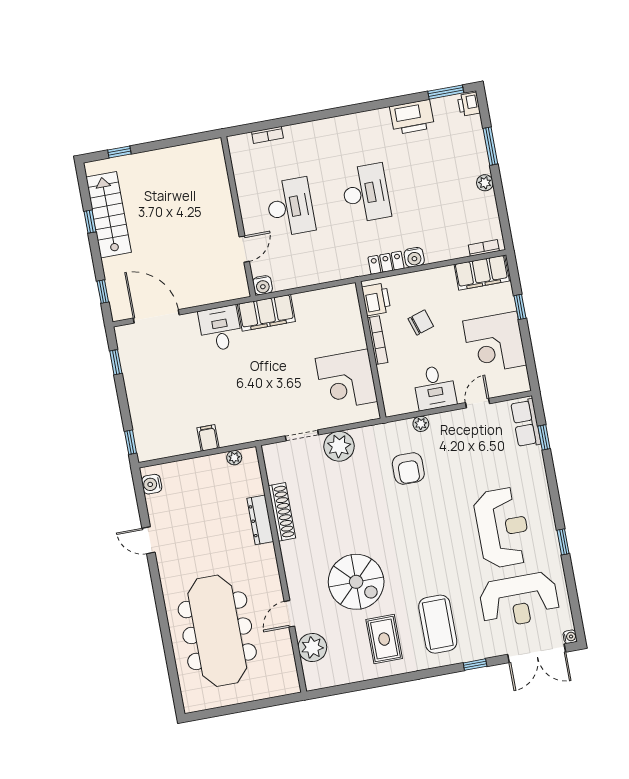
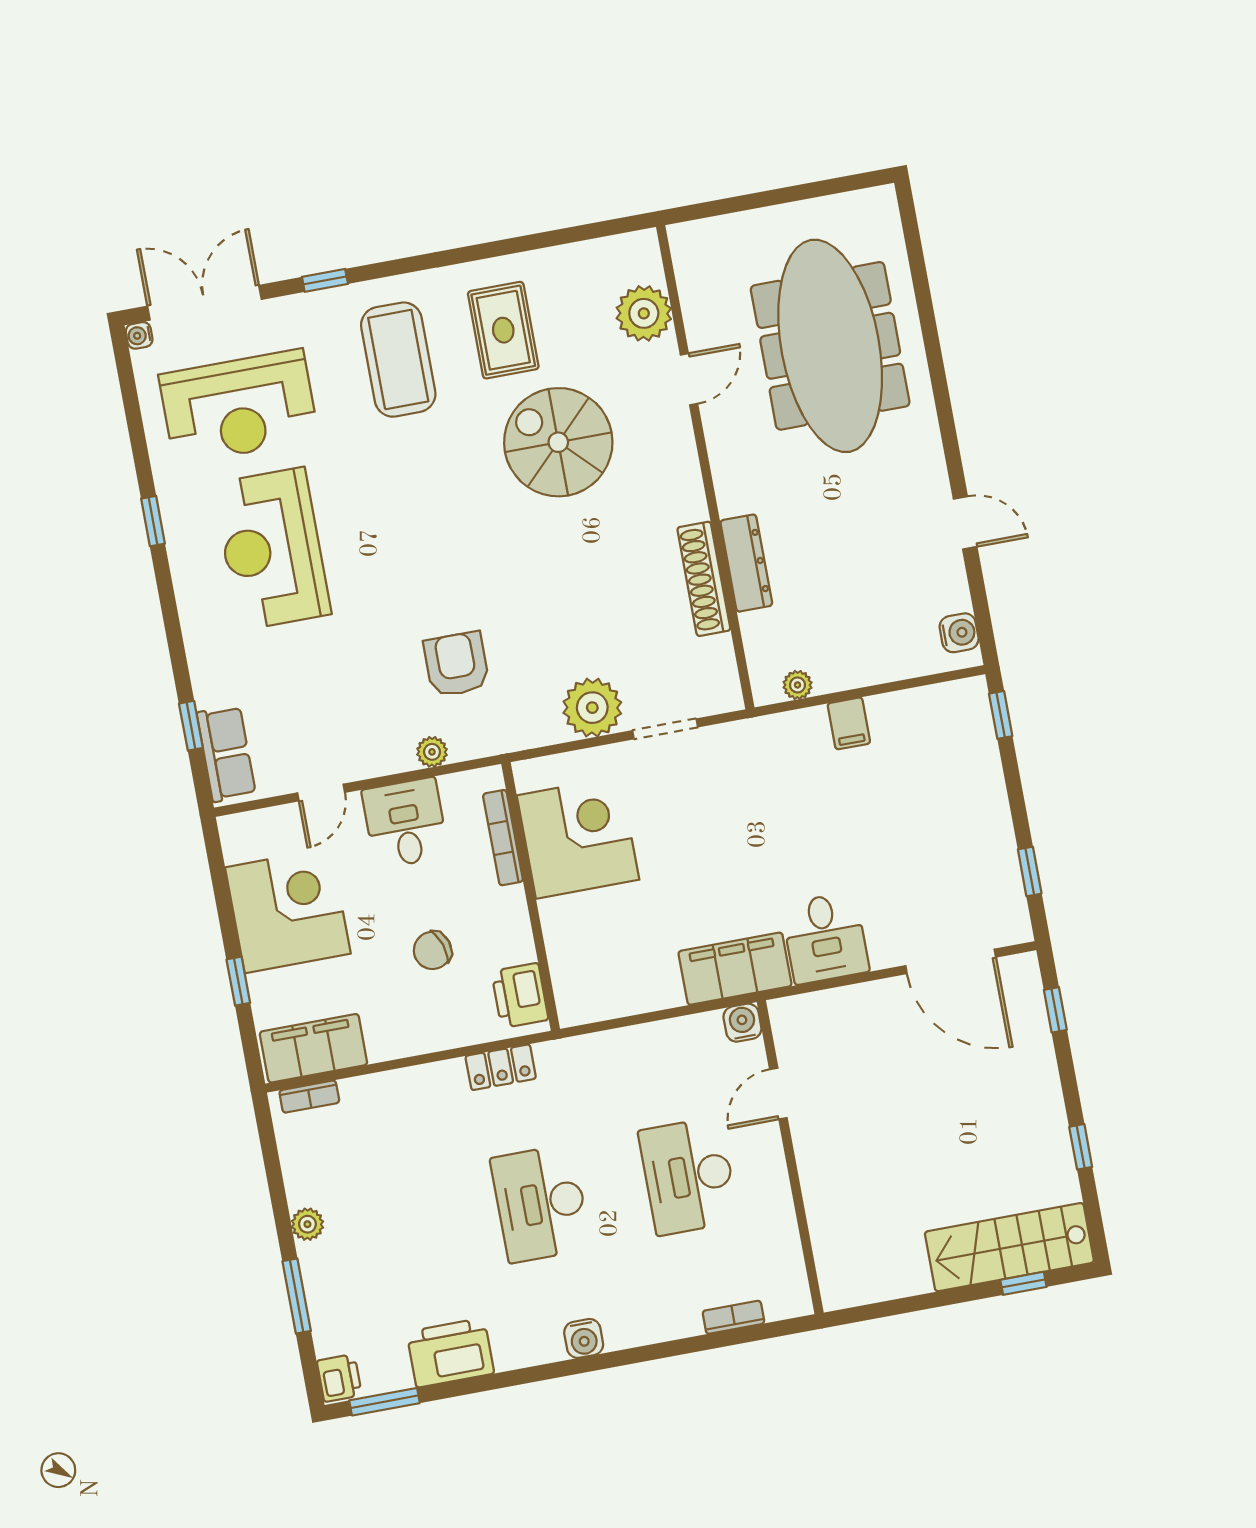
stairs: (109, 215) -> (1009, 1247), moved, turned 90
water cooler: (414, 257) -> (584, 1338), moved, turned 180
bookcase: (377, 340) -> (503, 838), moved
reception desk: (519, 600) -> (239, 407), turned 180

